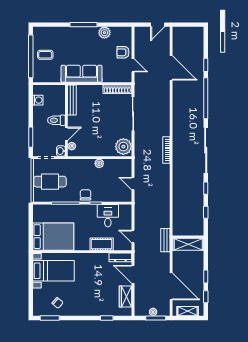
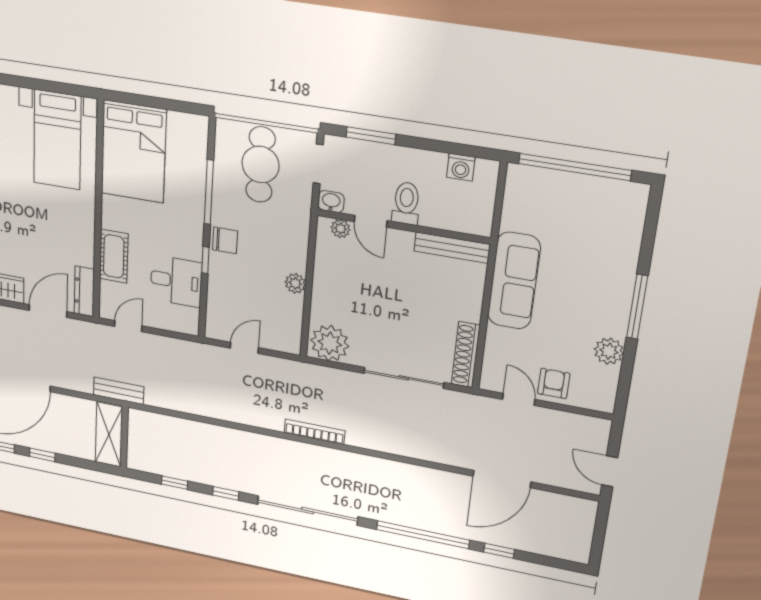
coffee table: (45, 55) -> (574, 203), removed
door: (133, 65) -> (519, 399), swing flipped

